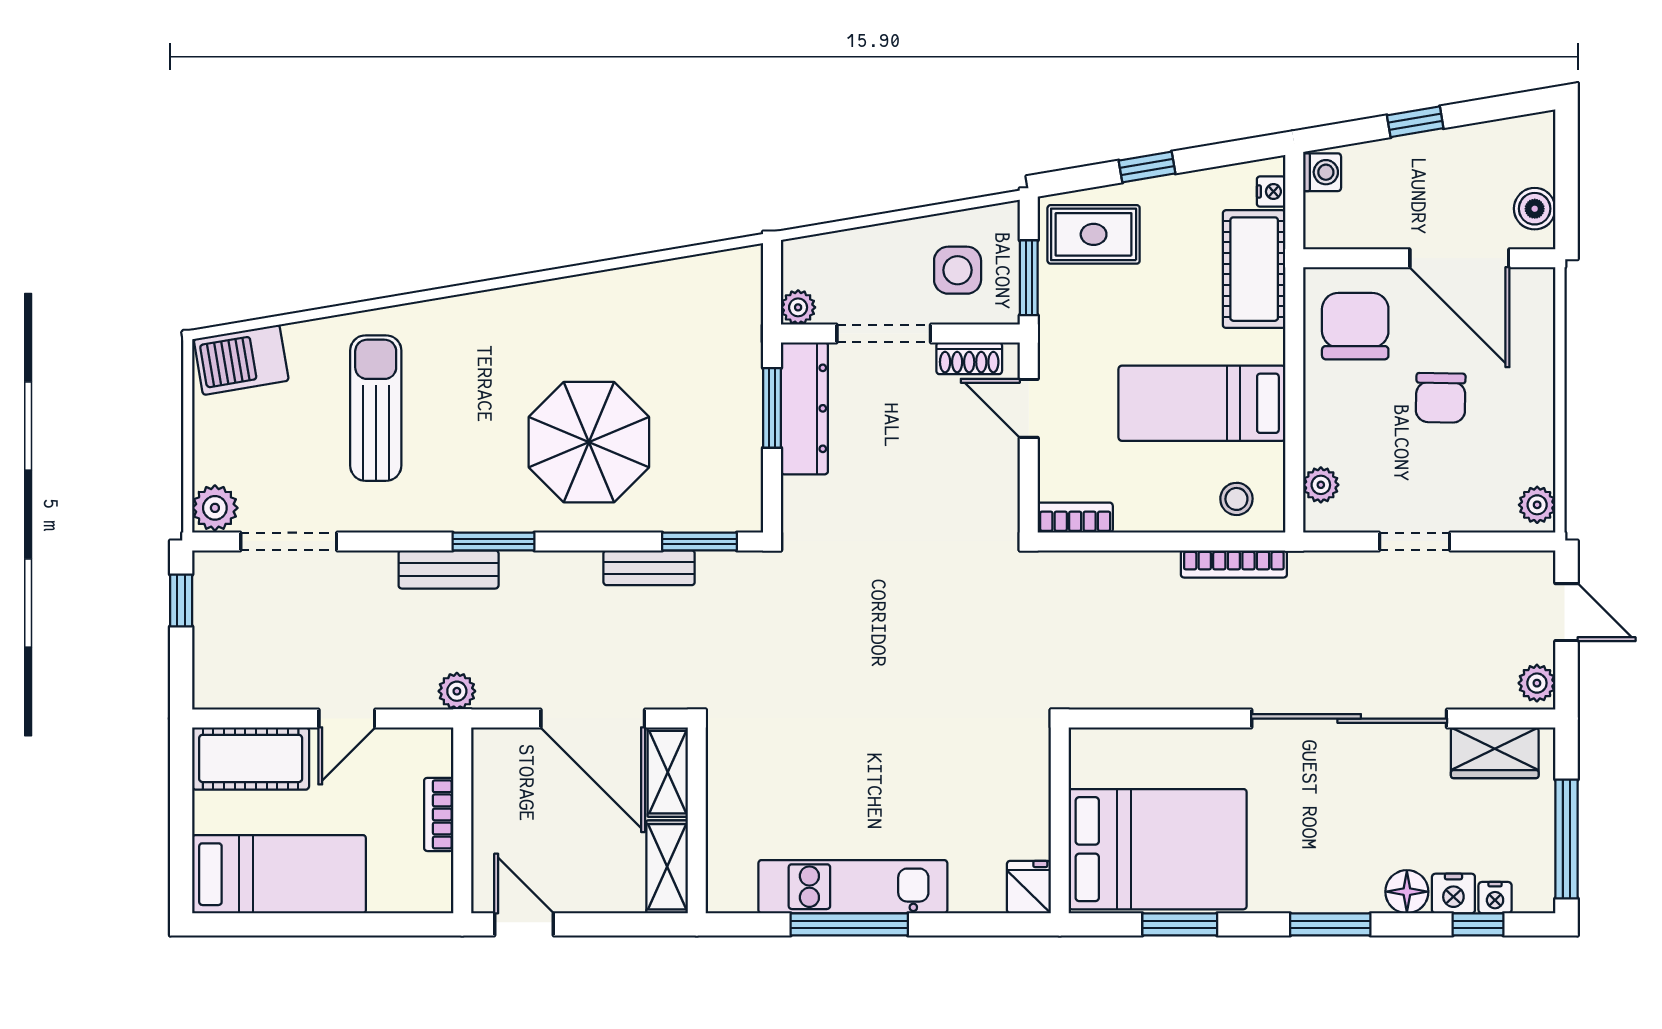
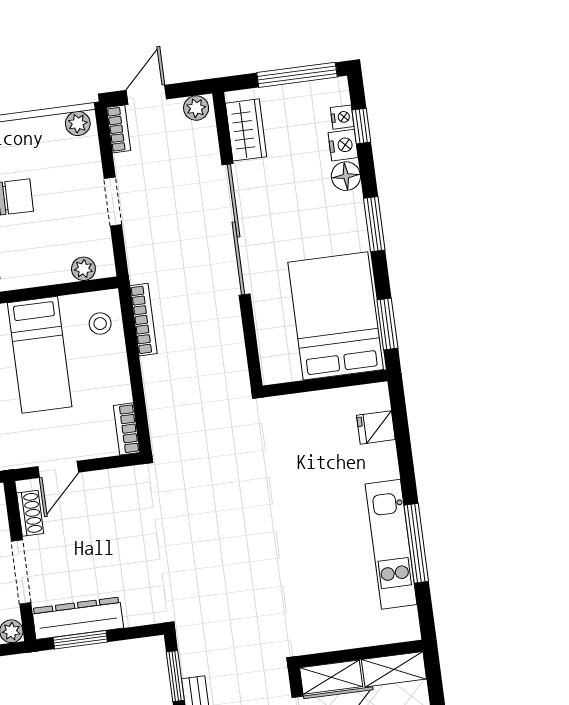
bookcase: (1521, 564) -> (119, 129), added
wall: (1060, 820) -> (325, 383), moved
bed: (1158, 849) -> (336, 316), moved

